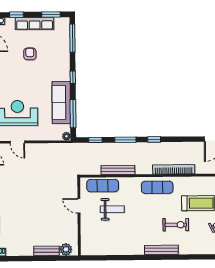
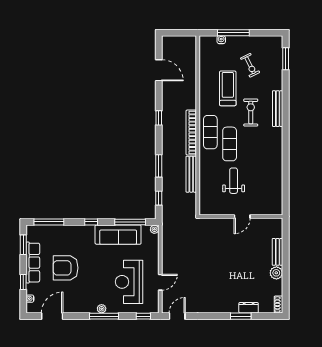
armchair: (30, 54) -> (66, 268), width x1.88, depth x1.88
window: (154, 139) -> (159, 118), moved
bookcase: (174, 169) -> (191, 133), moved
exercise mat: (103, 186) -> (230, 144), moved
door: (79, 206) -> (242, 216), moved
plant: (66, 249) -> (276, 273), moved
bench: (161, 250) -> (278, 109), moved

